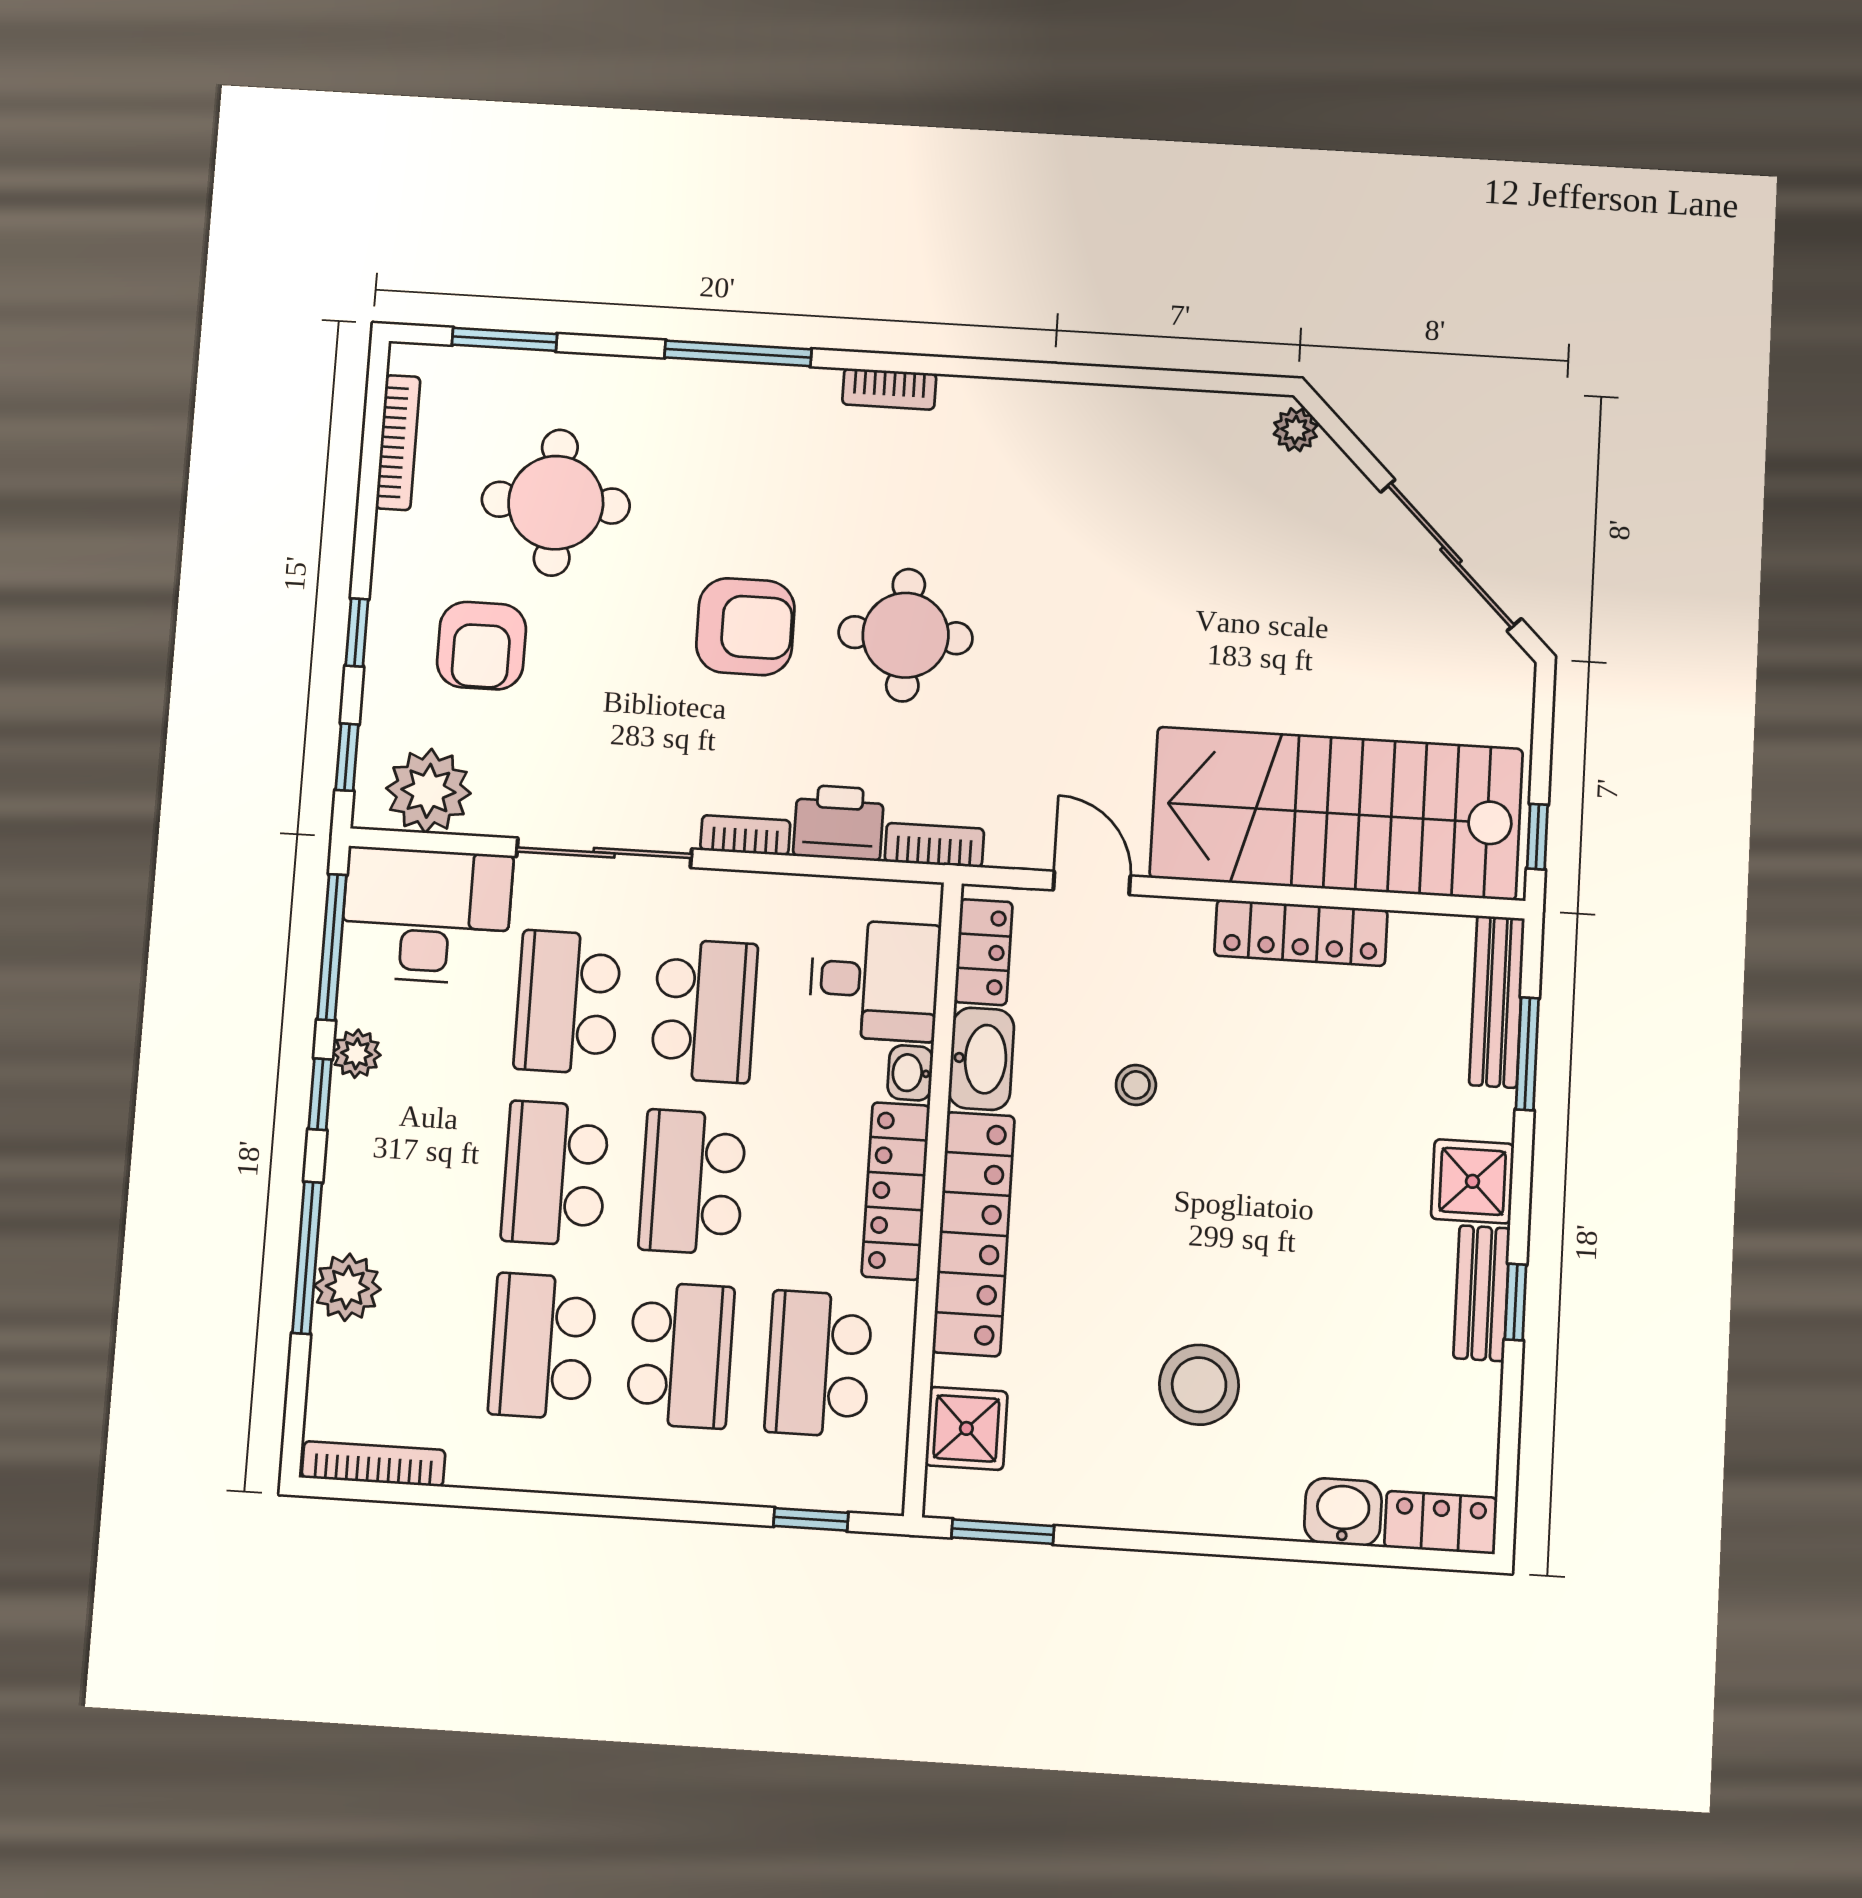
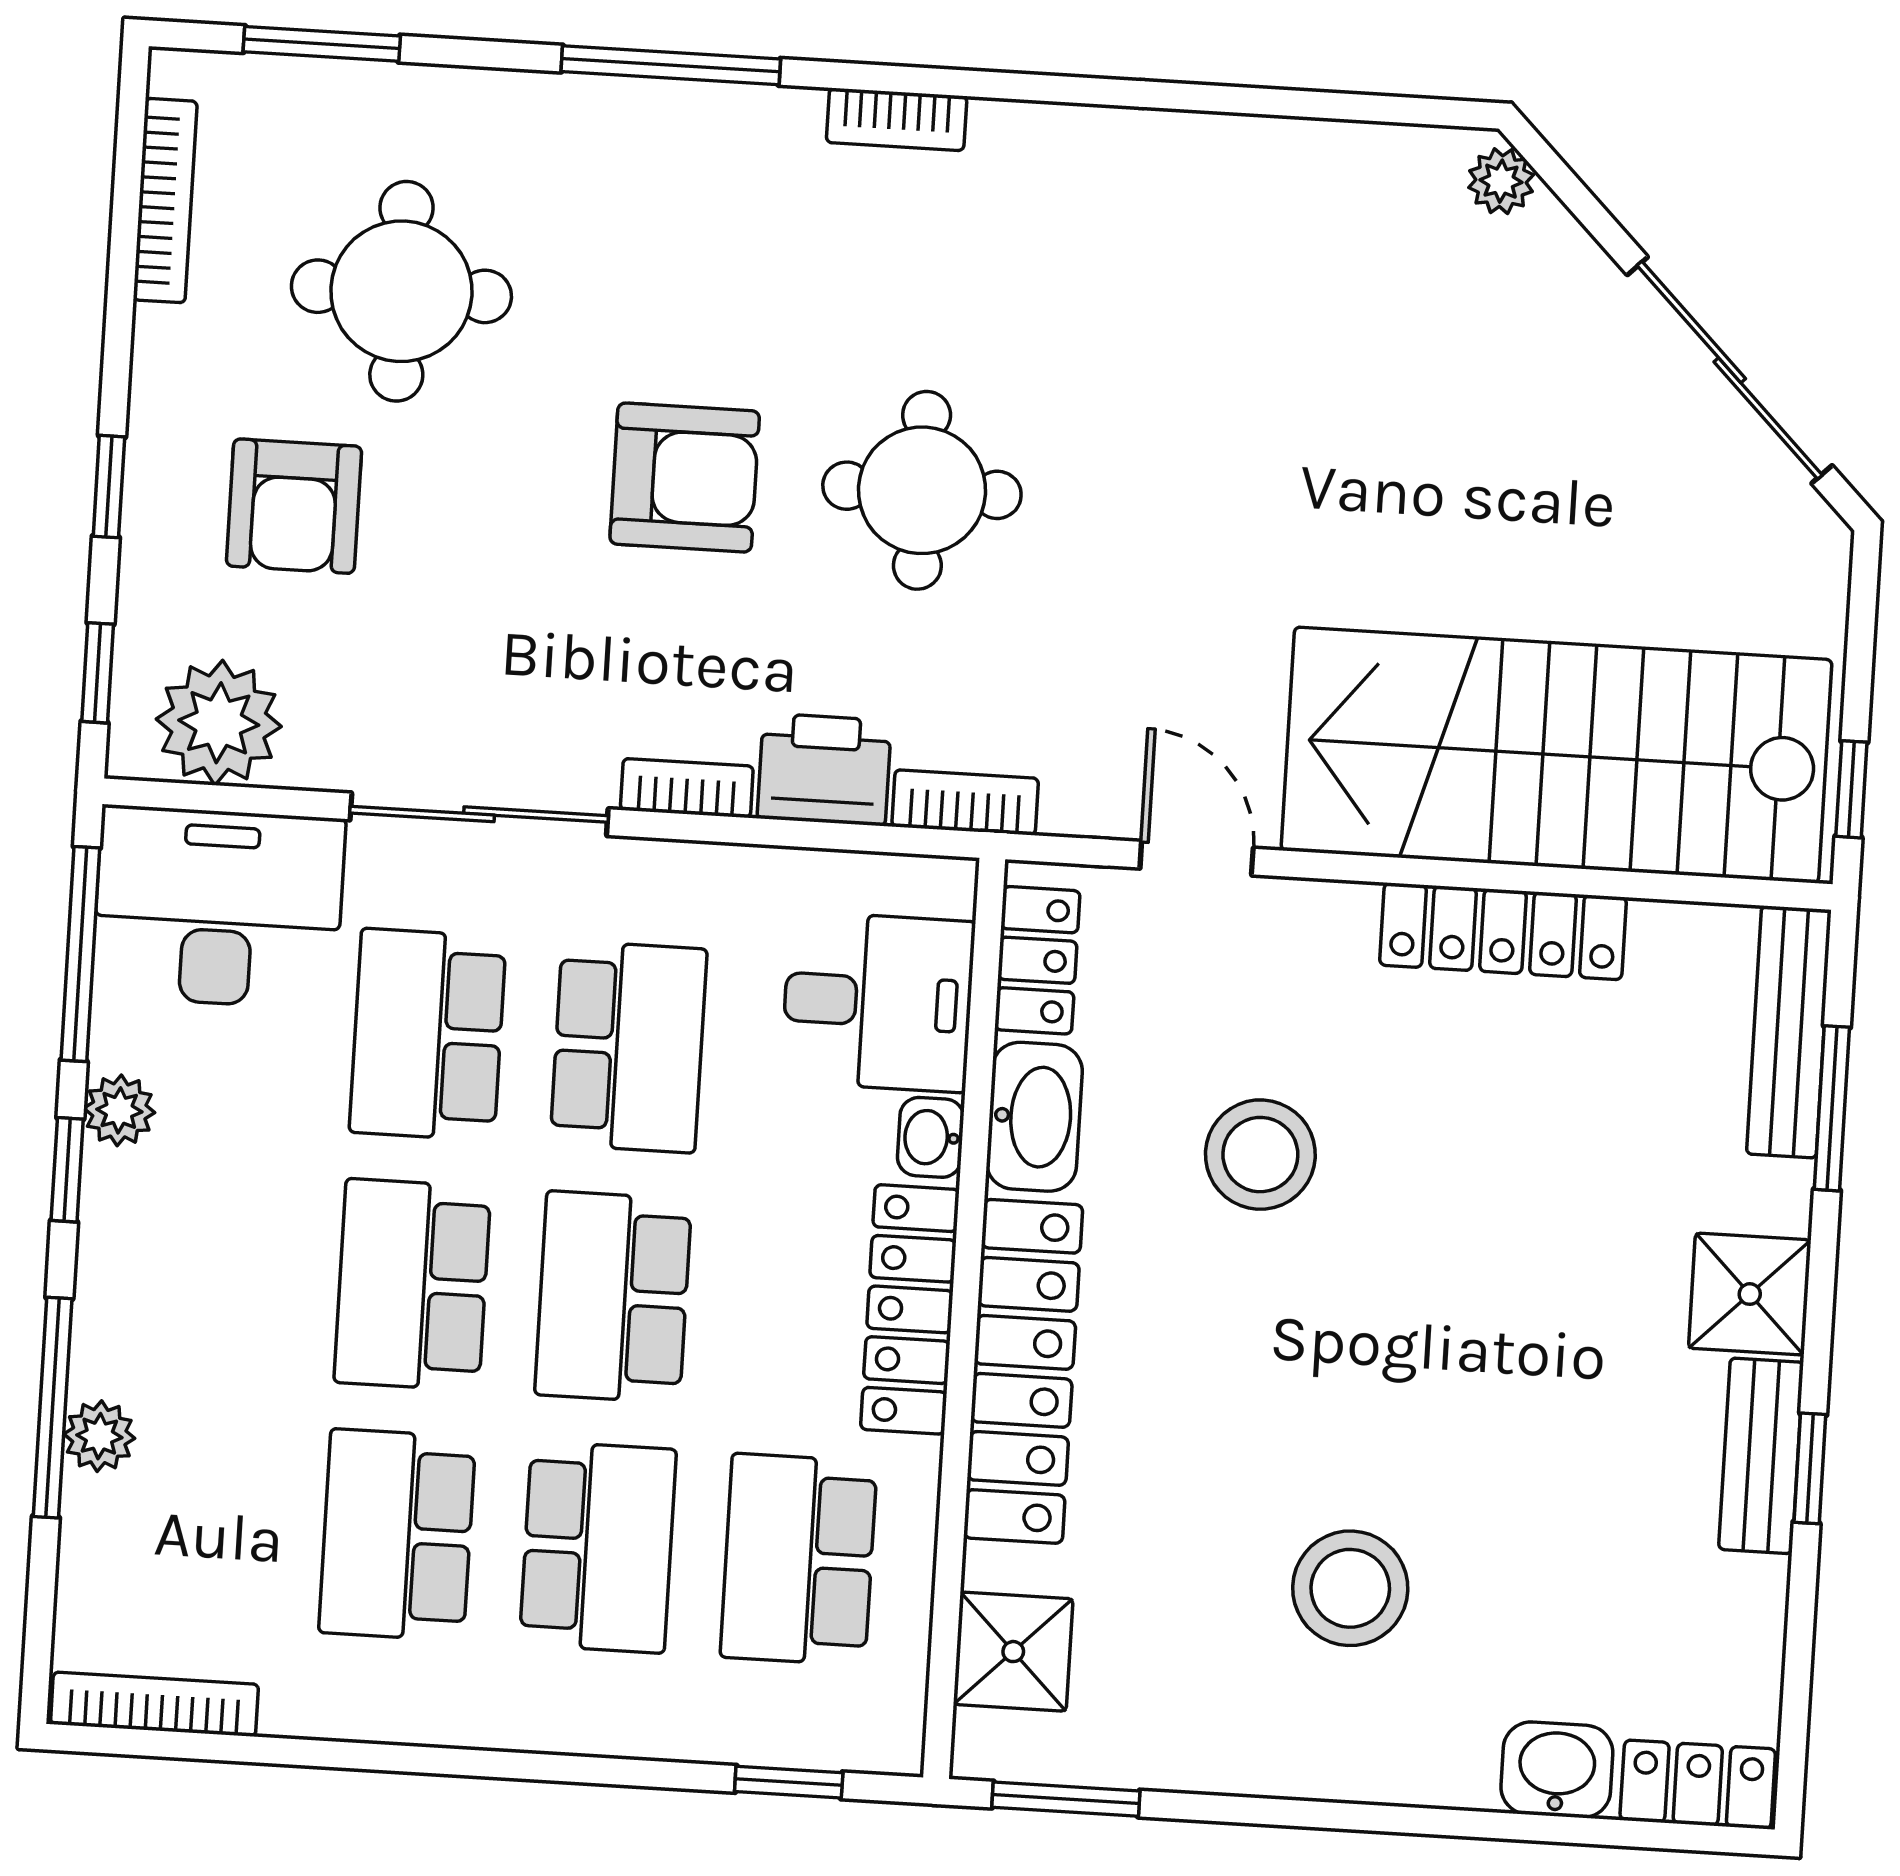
stool: (1136, 1085) -> (1260, 1155), width x1.89, depth x1.89
plant: (347, 1287) -> (99, 1436), width x0.73, depth x0.73

